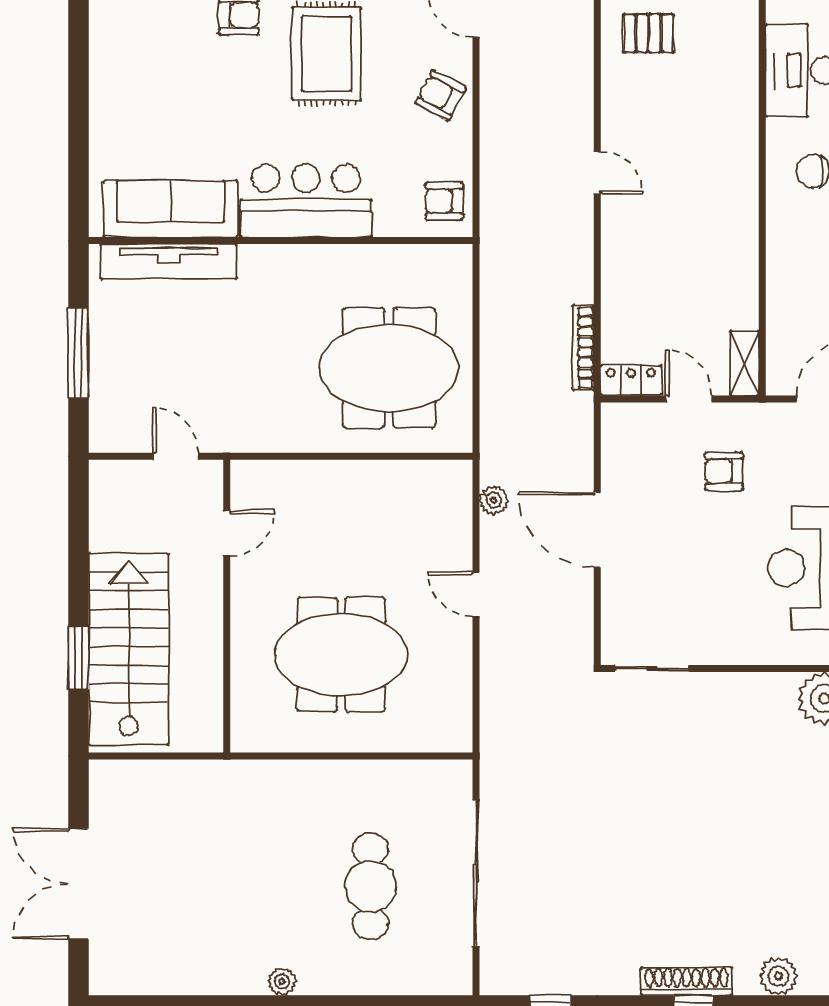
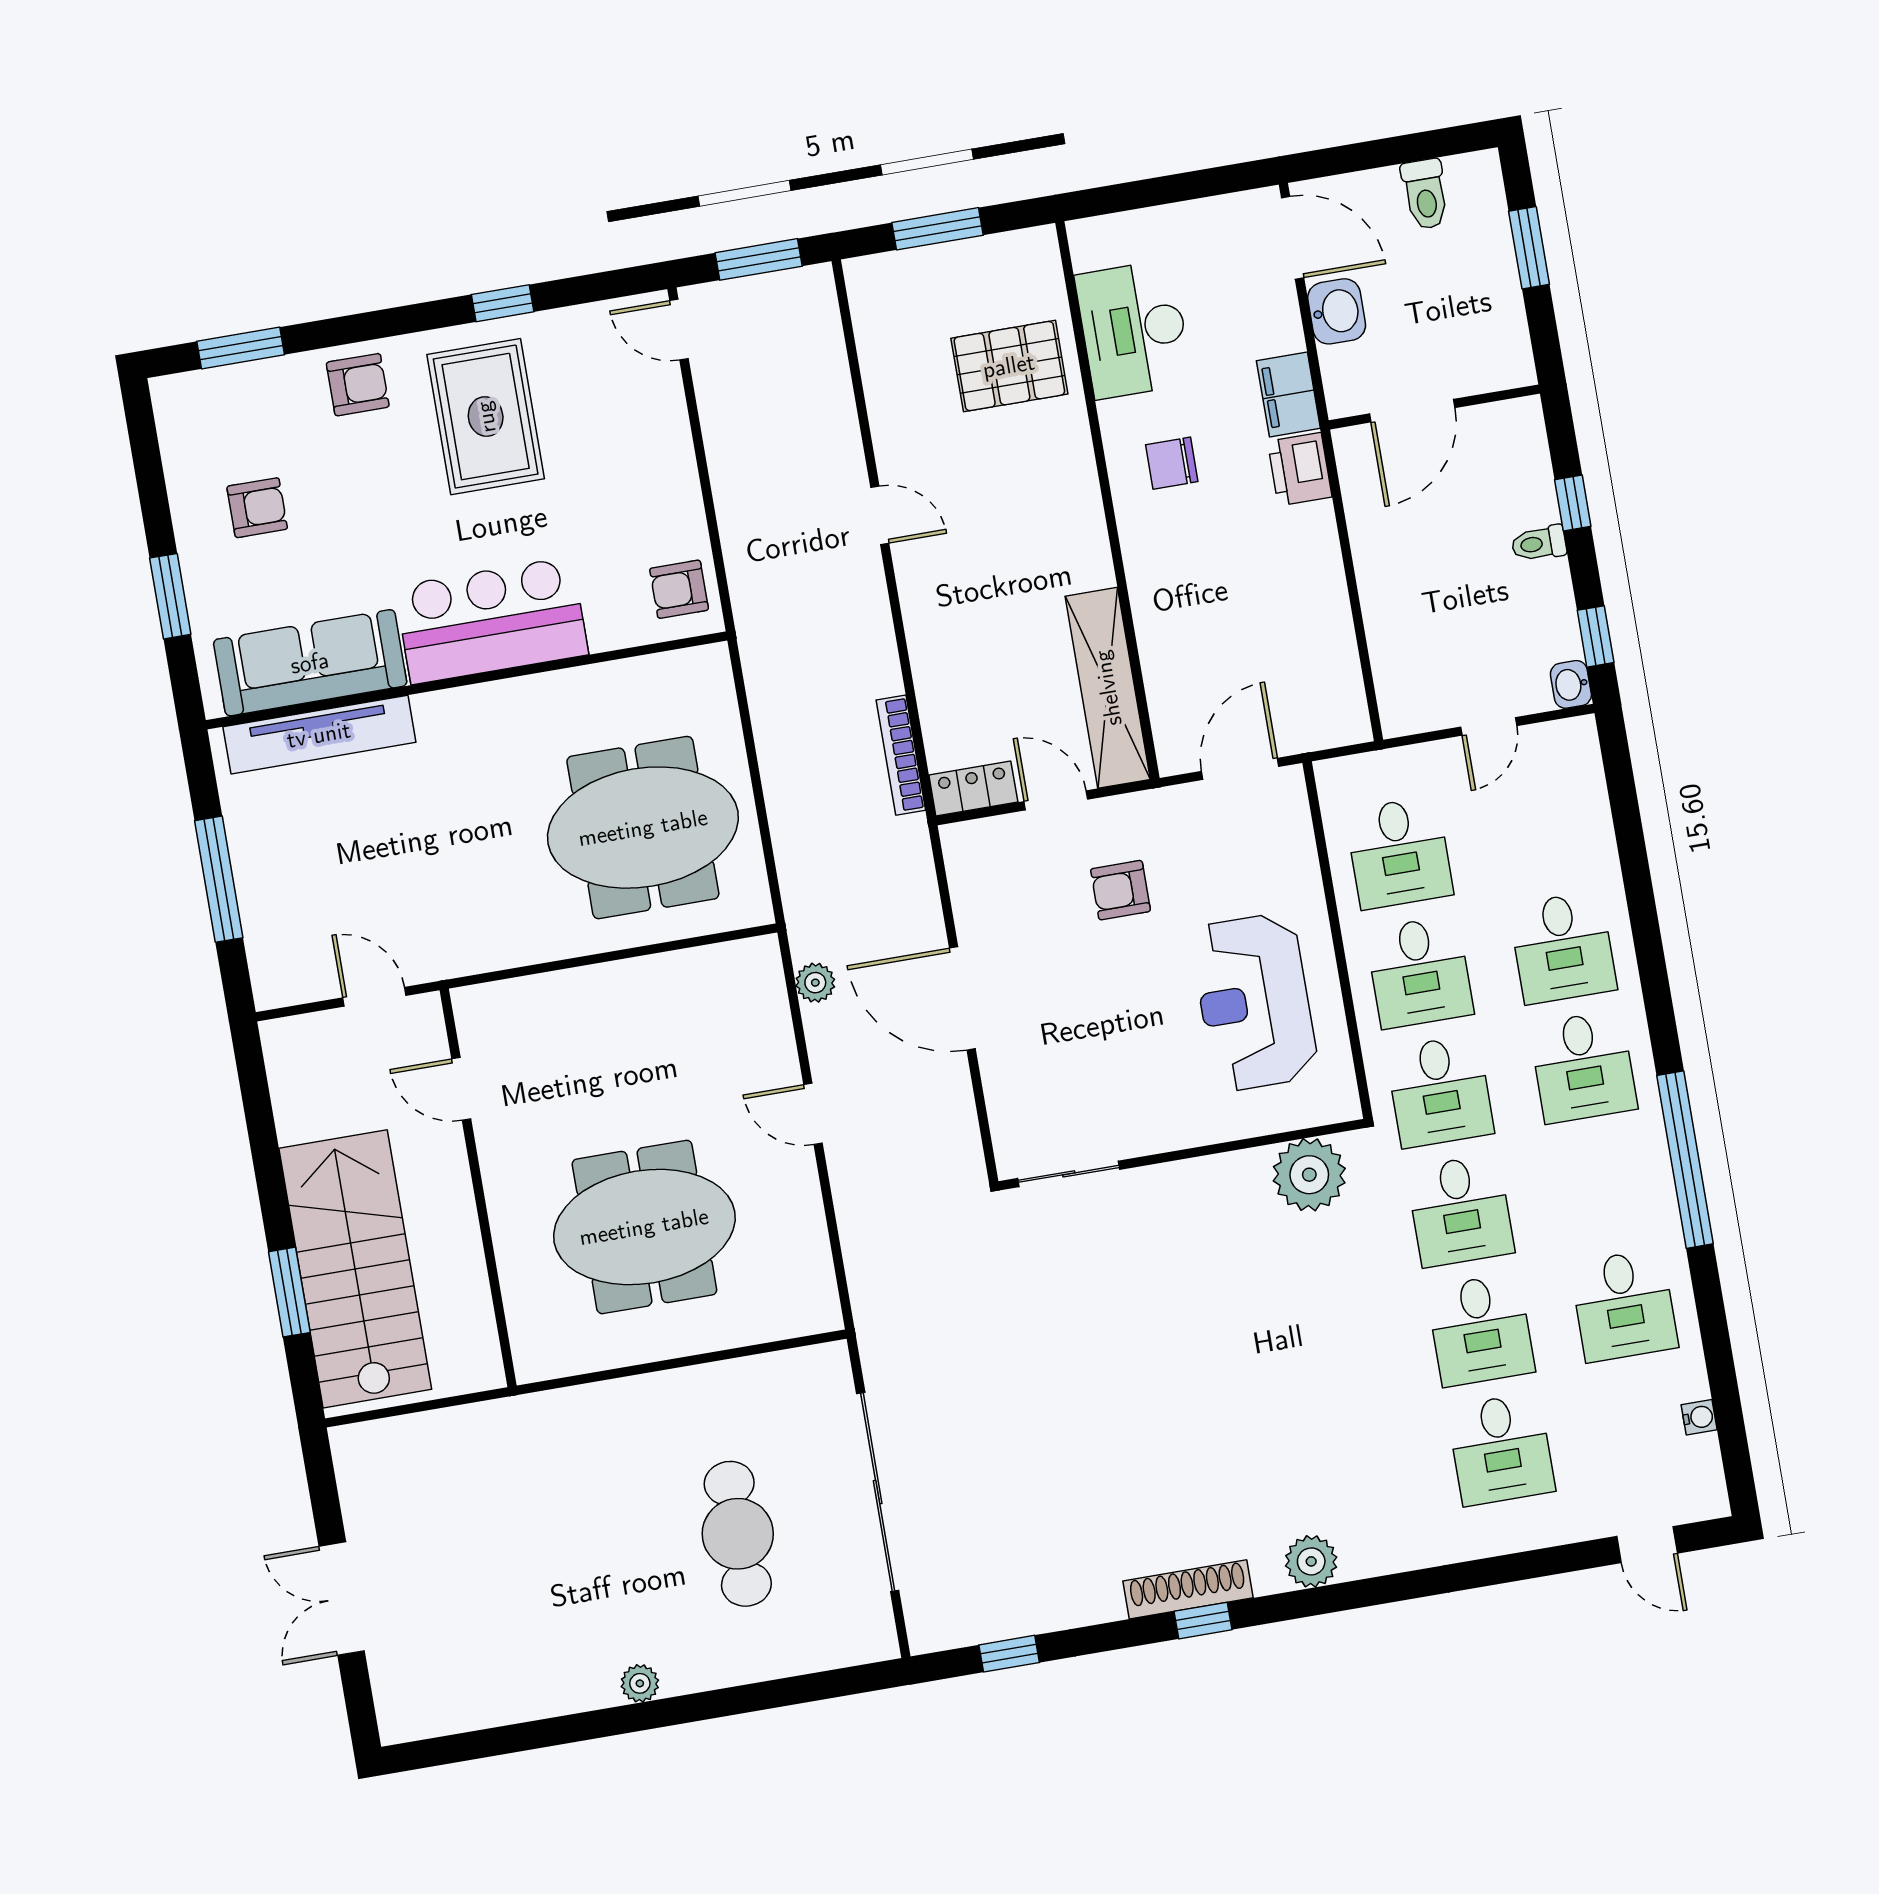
pallet: (648, 33) -> (1009, 366), moved, width x1.50, depth x1.42
armchair: (441, 95) -> (257, 508), moved, turned 152
window: (78, 144) -> (170, 596), added
shelving: (744, 363) -> (1108, 688), width x2.20, depth x1.33
door: (227, 533) -> (461, 1089), swing flipped
double door: (78, 884) -> (342, 1599), width x0.73

